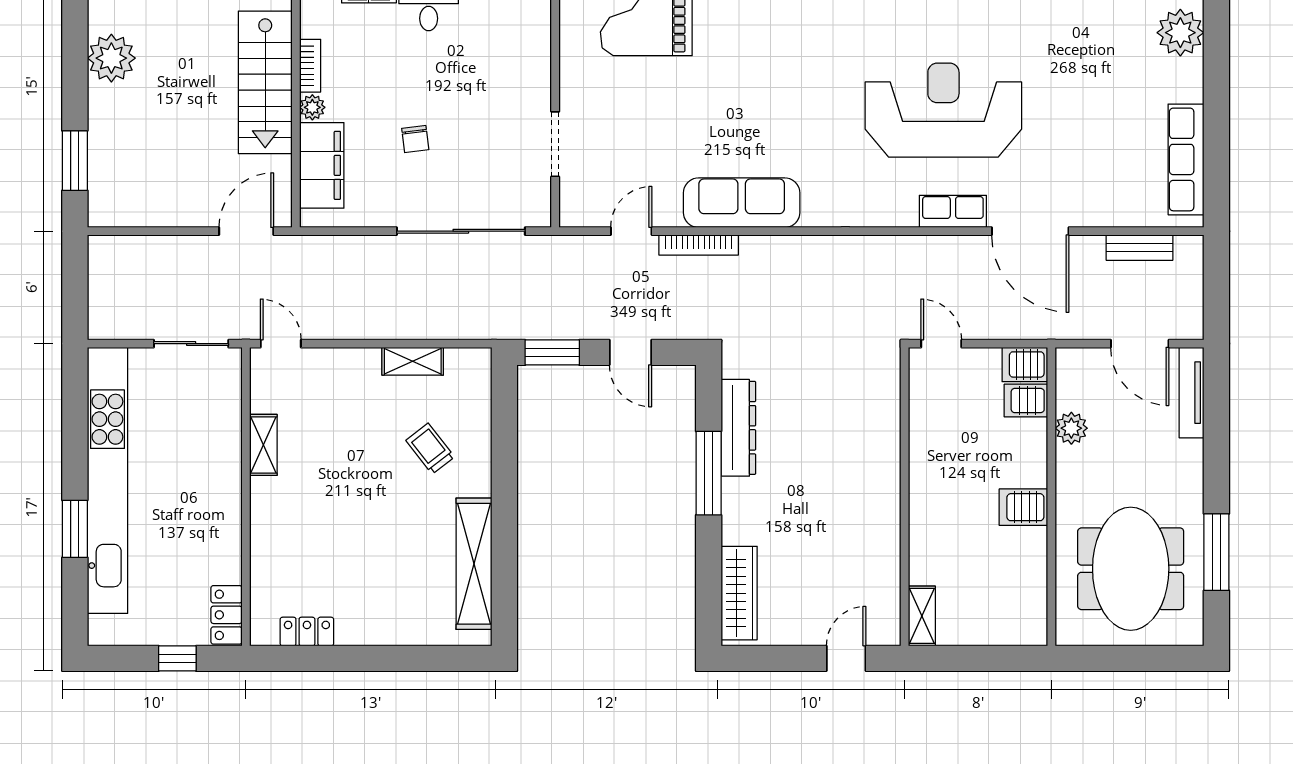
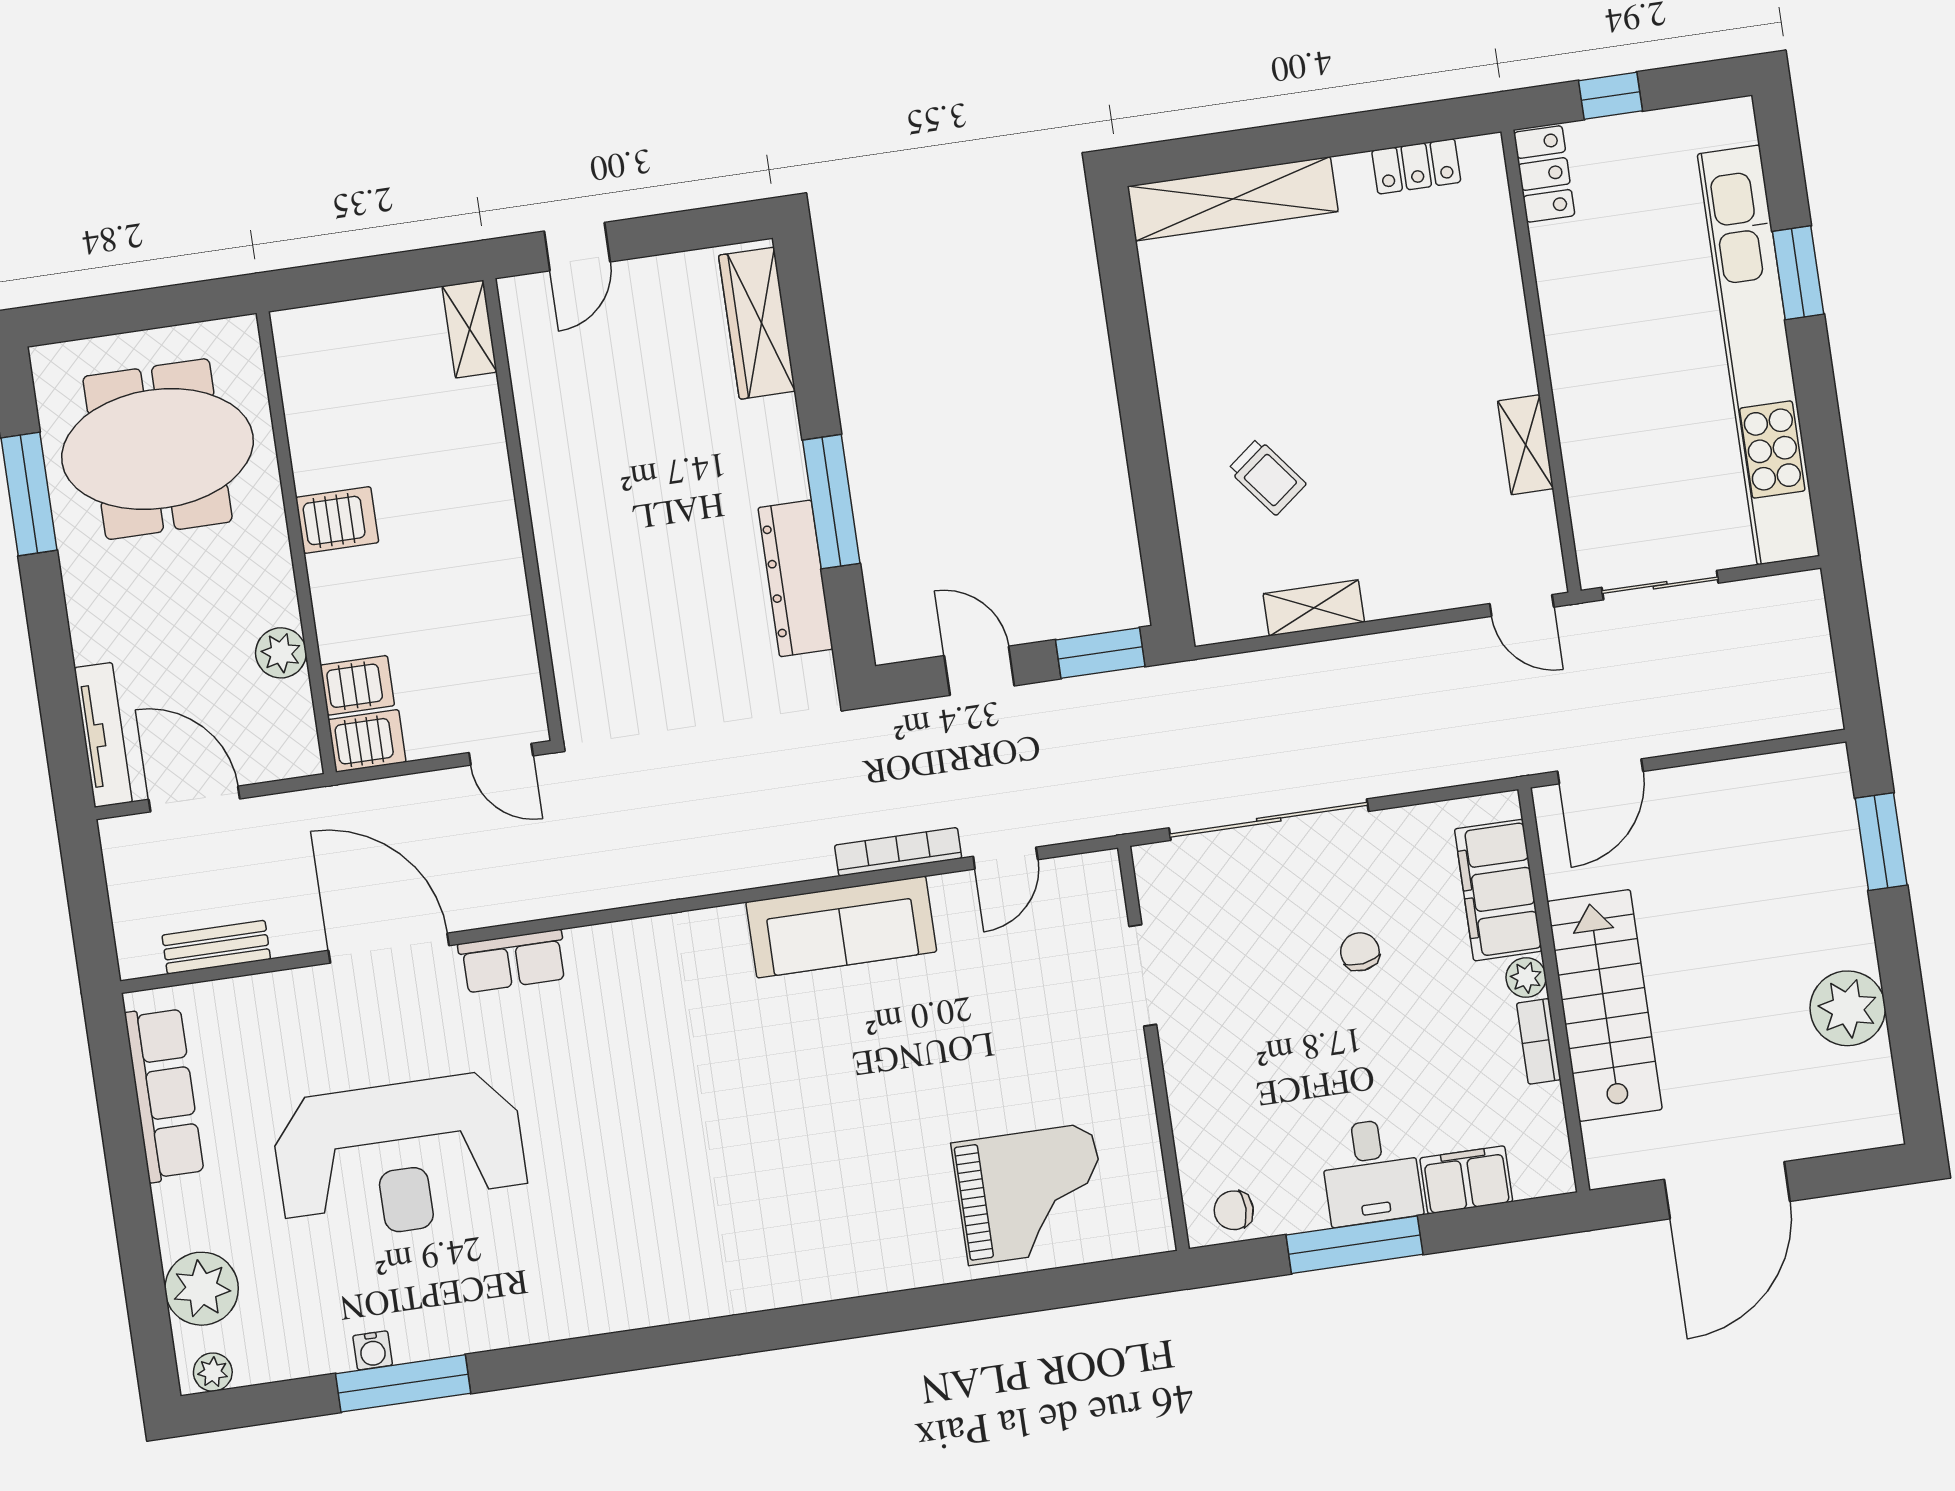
reception desk: (943, 110) -> (400, 1157), moved
shelving: (474, 564) -> (1233, 199), moved, turned 90
meeting table: (1131, 569) -> (158, 449), turned 90

